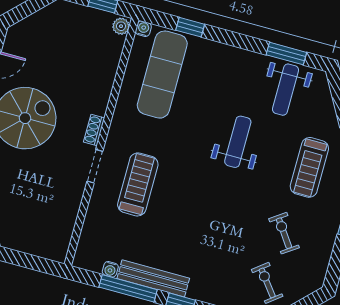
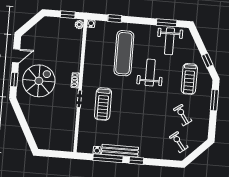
exercise mat: (162, 75) -> (124, 53), moved
treadmill: (138, 184) -> (103, 104), turned 180

